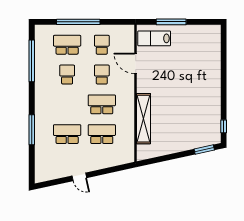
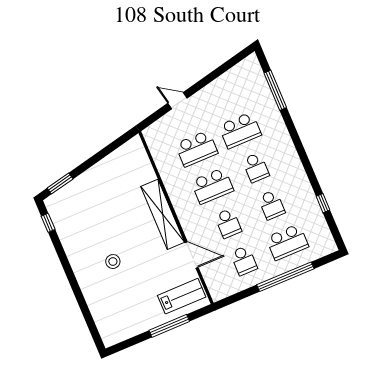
window: (32, 61) -> (323, 203), width x0.32
stool: (191, 82) -> (113, 262), added
school desk: (67, 104) -> (256, 168), added
shelving: (144, 119) -> (163, 214), moved
window: (32, 130) -> (275, 90), moved
door: (79, 177) -> (177, 101), moved

